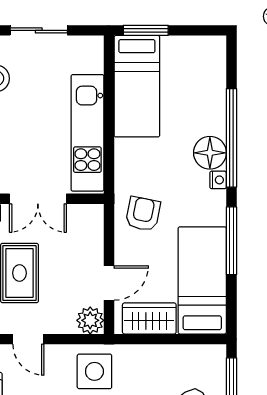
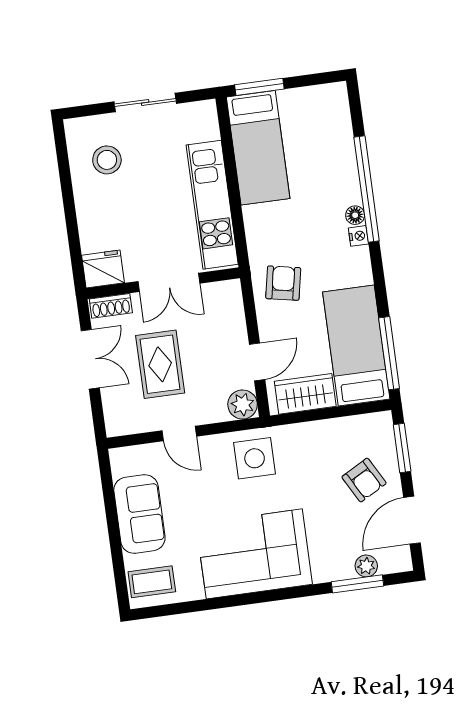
floor lamp: (210, 153) -> (355, 215), width x0.53, depth x0.53
window: (231, 241) -> (389, 353), moved

